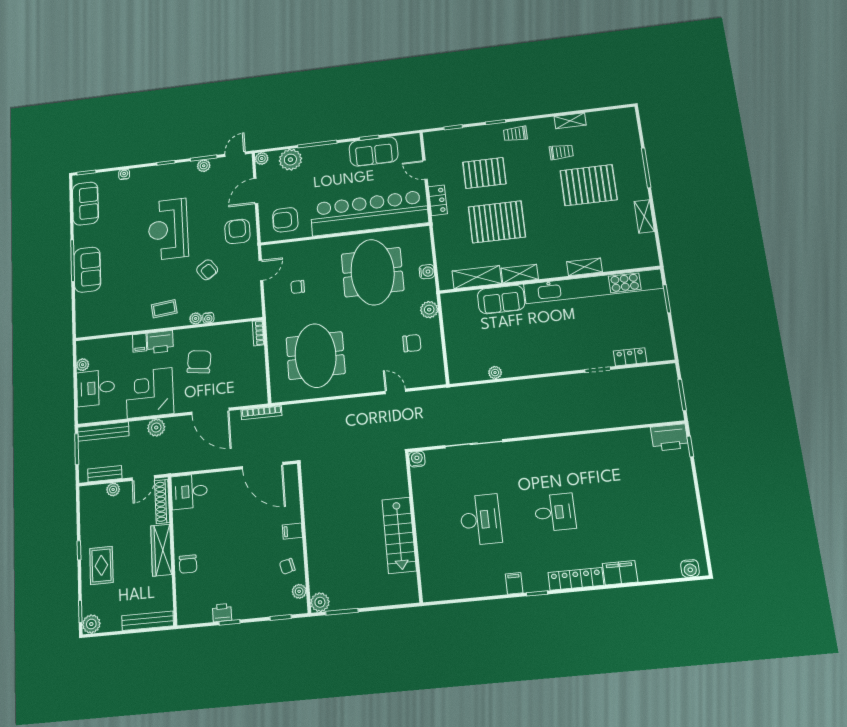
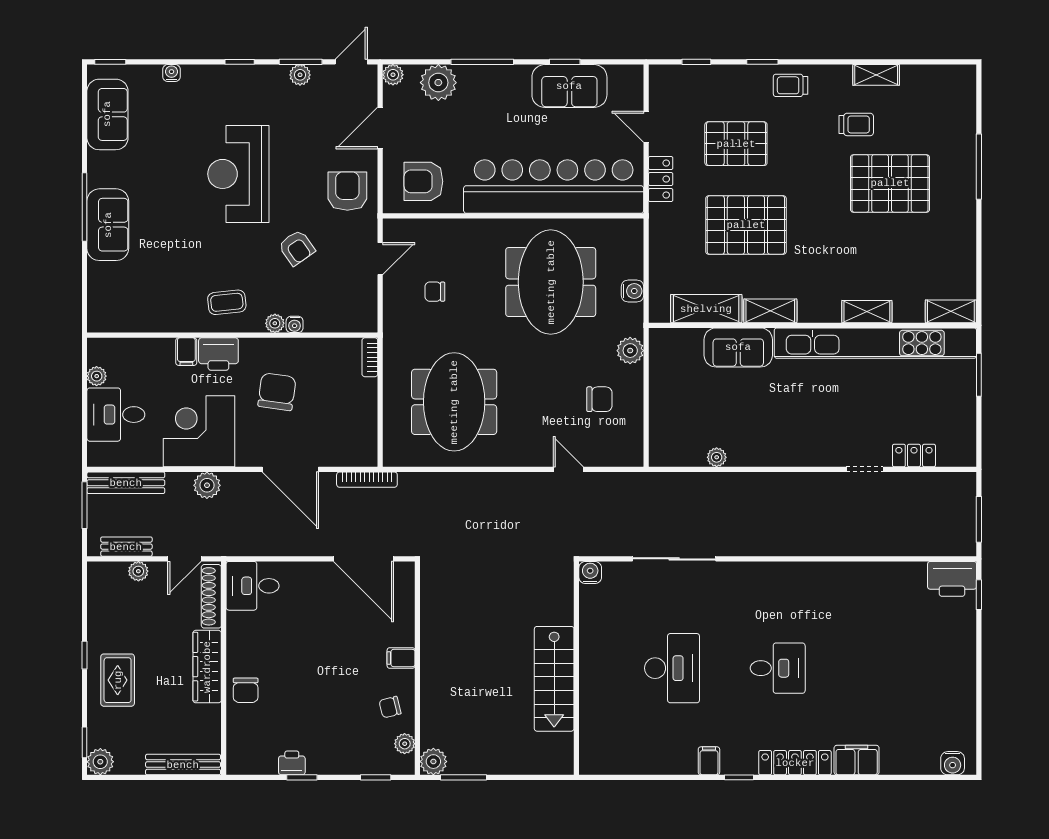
shelving: (644, 216) -> (951, 311), moved, turned 90

